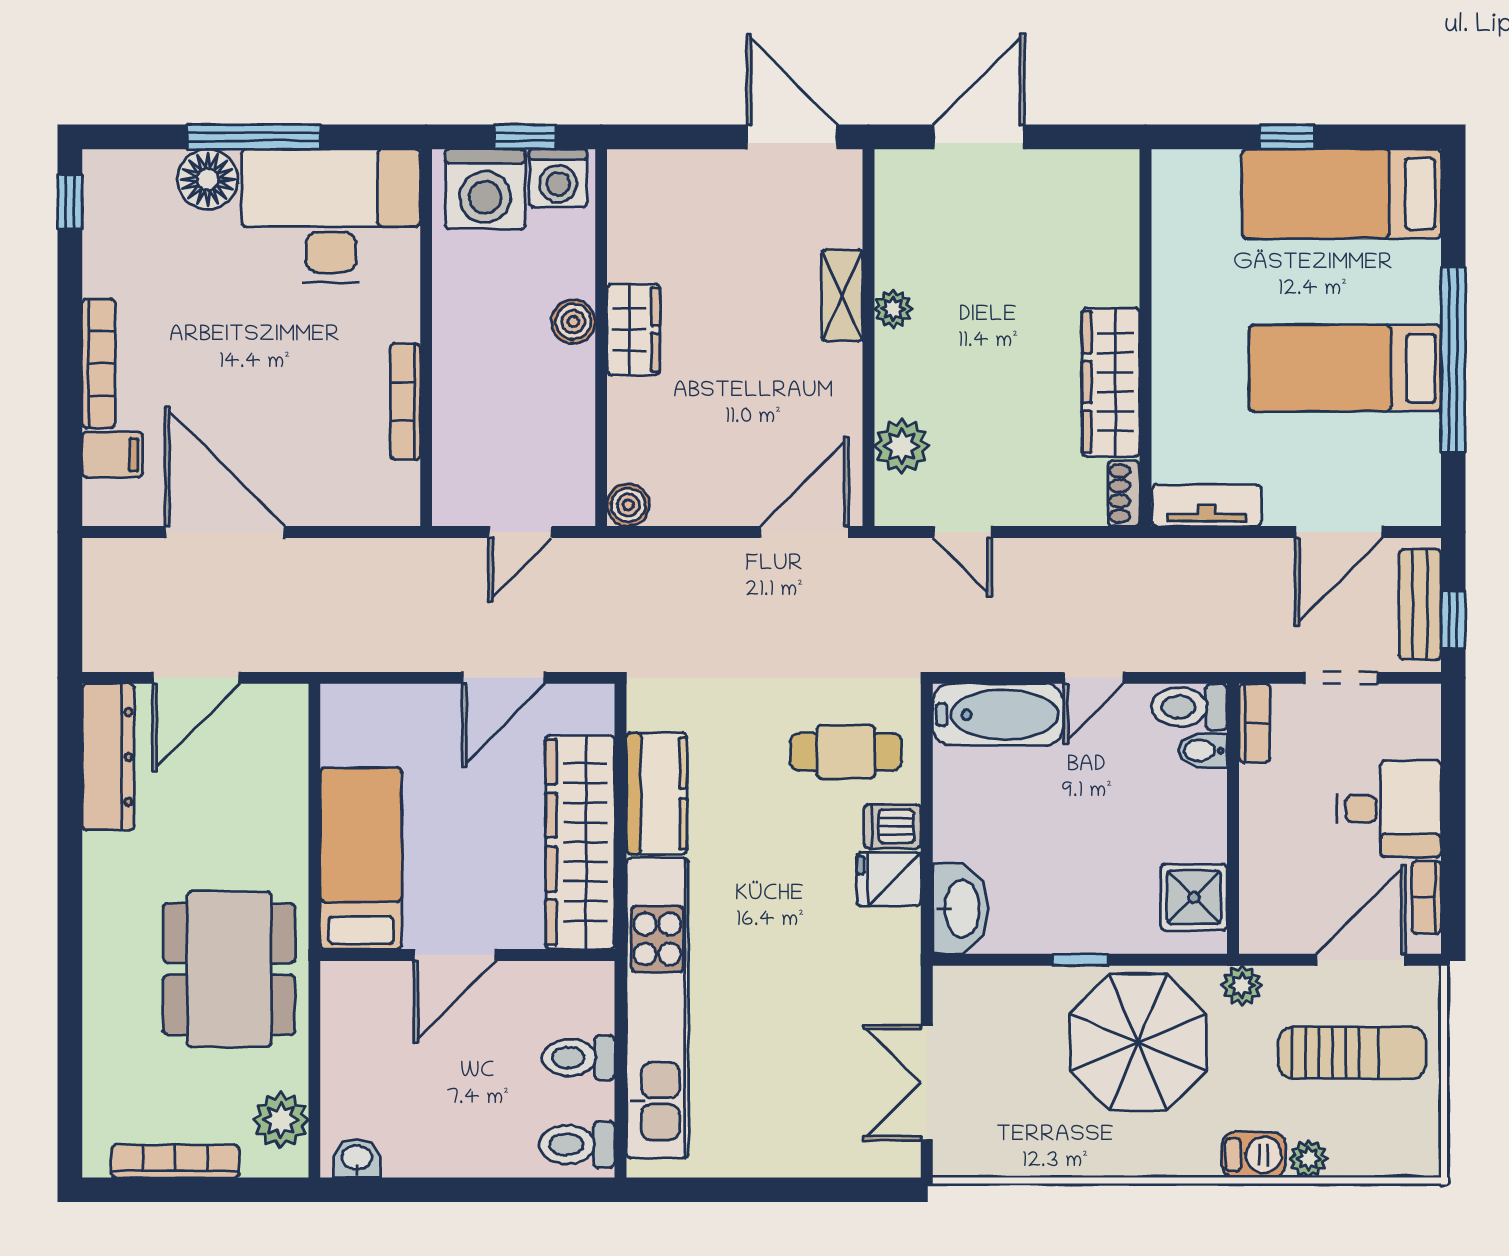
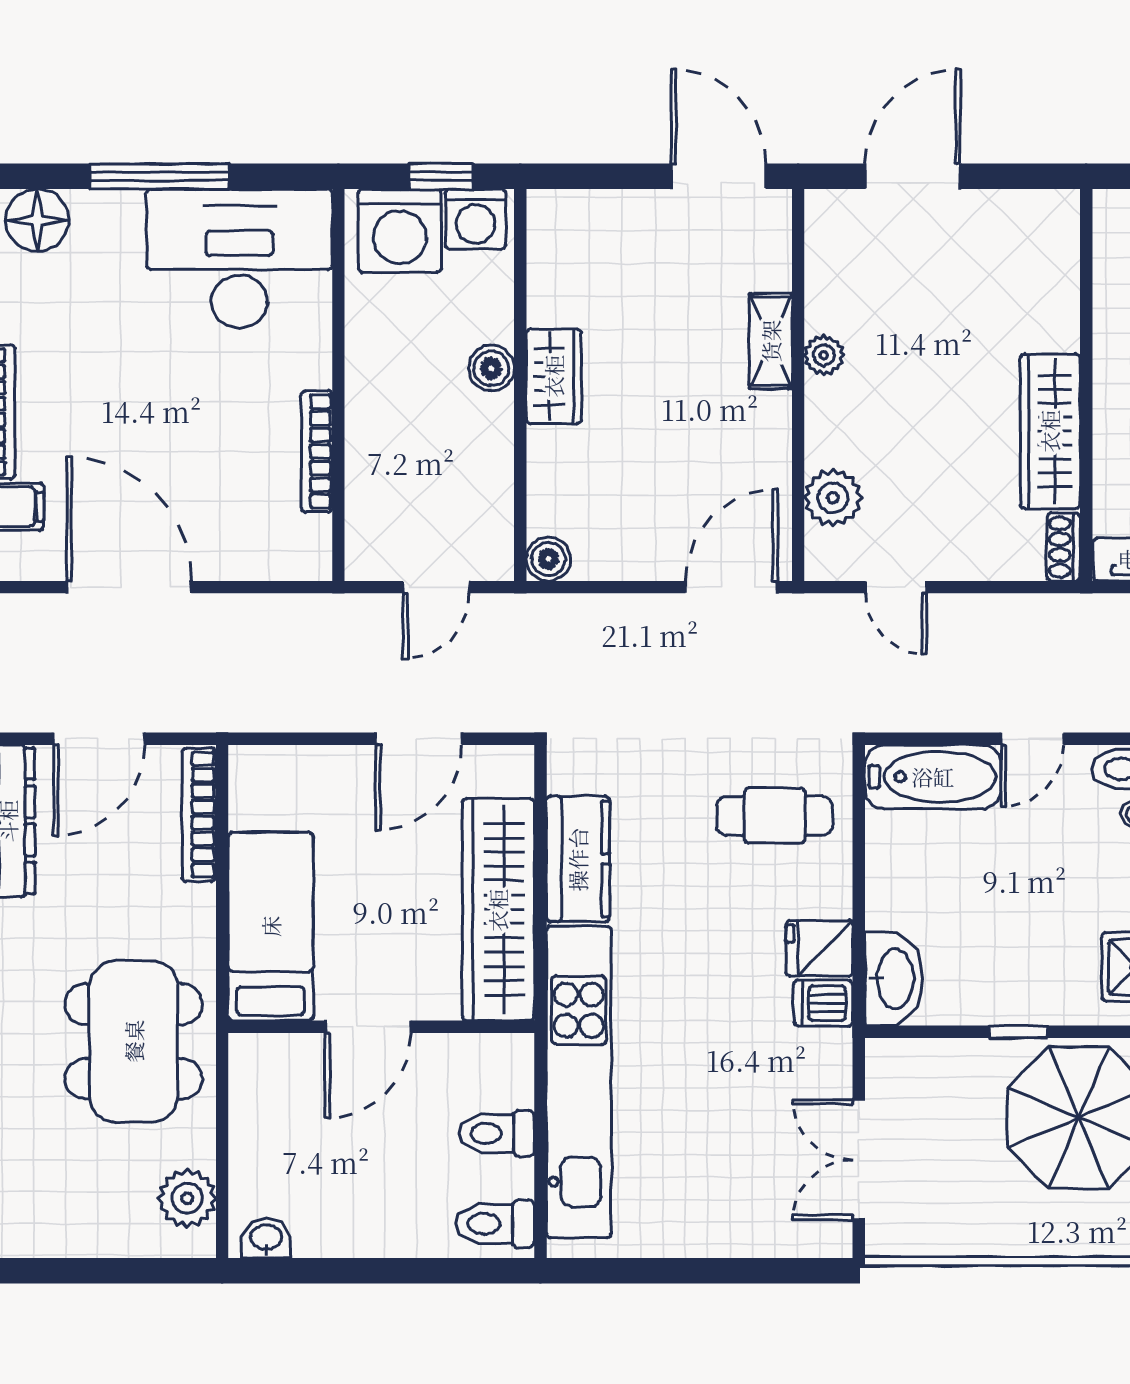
floor lamp: (208, 179) -> (37, 220), moved
dishwasher: (893, 826) -> (823, 1003), moved
bookcase: (175, 1161) -> (199, 815), moved, turned -90

